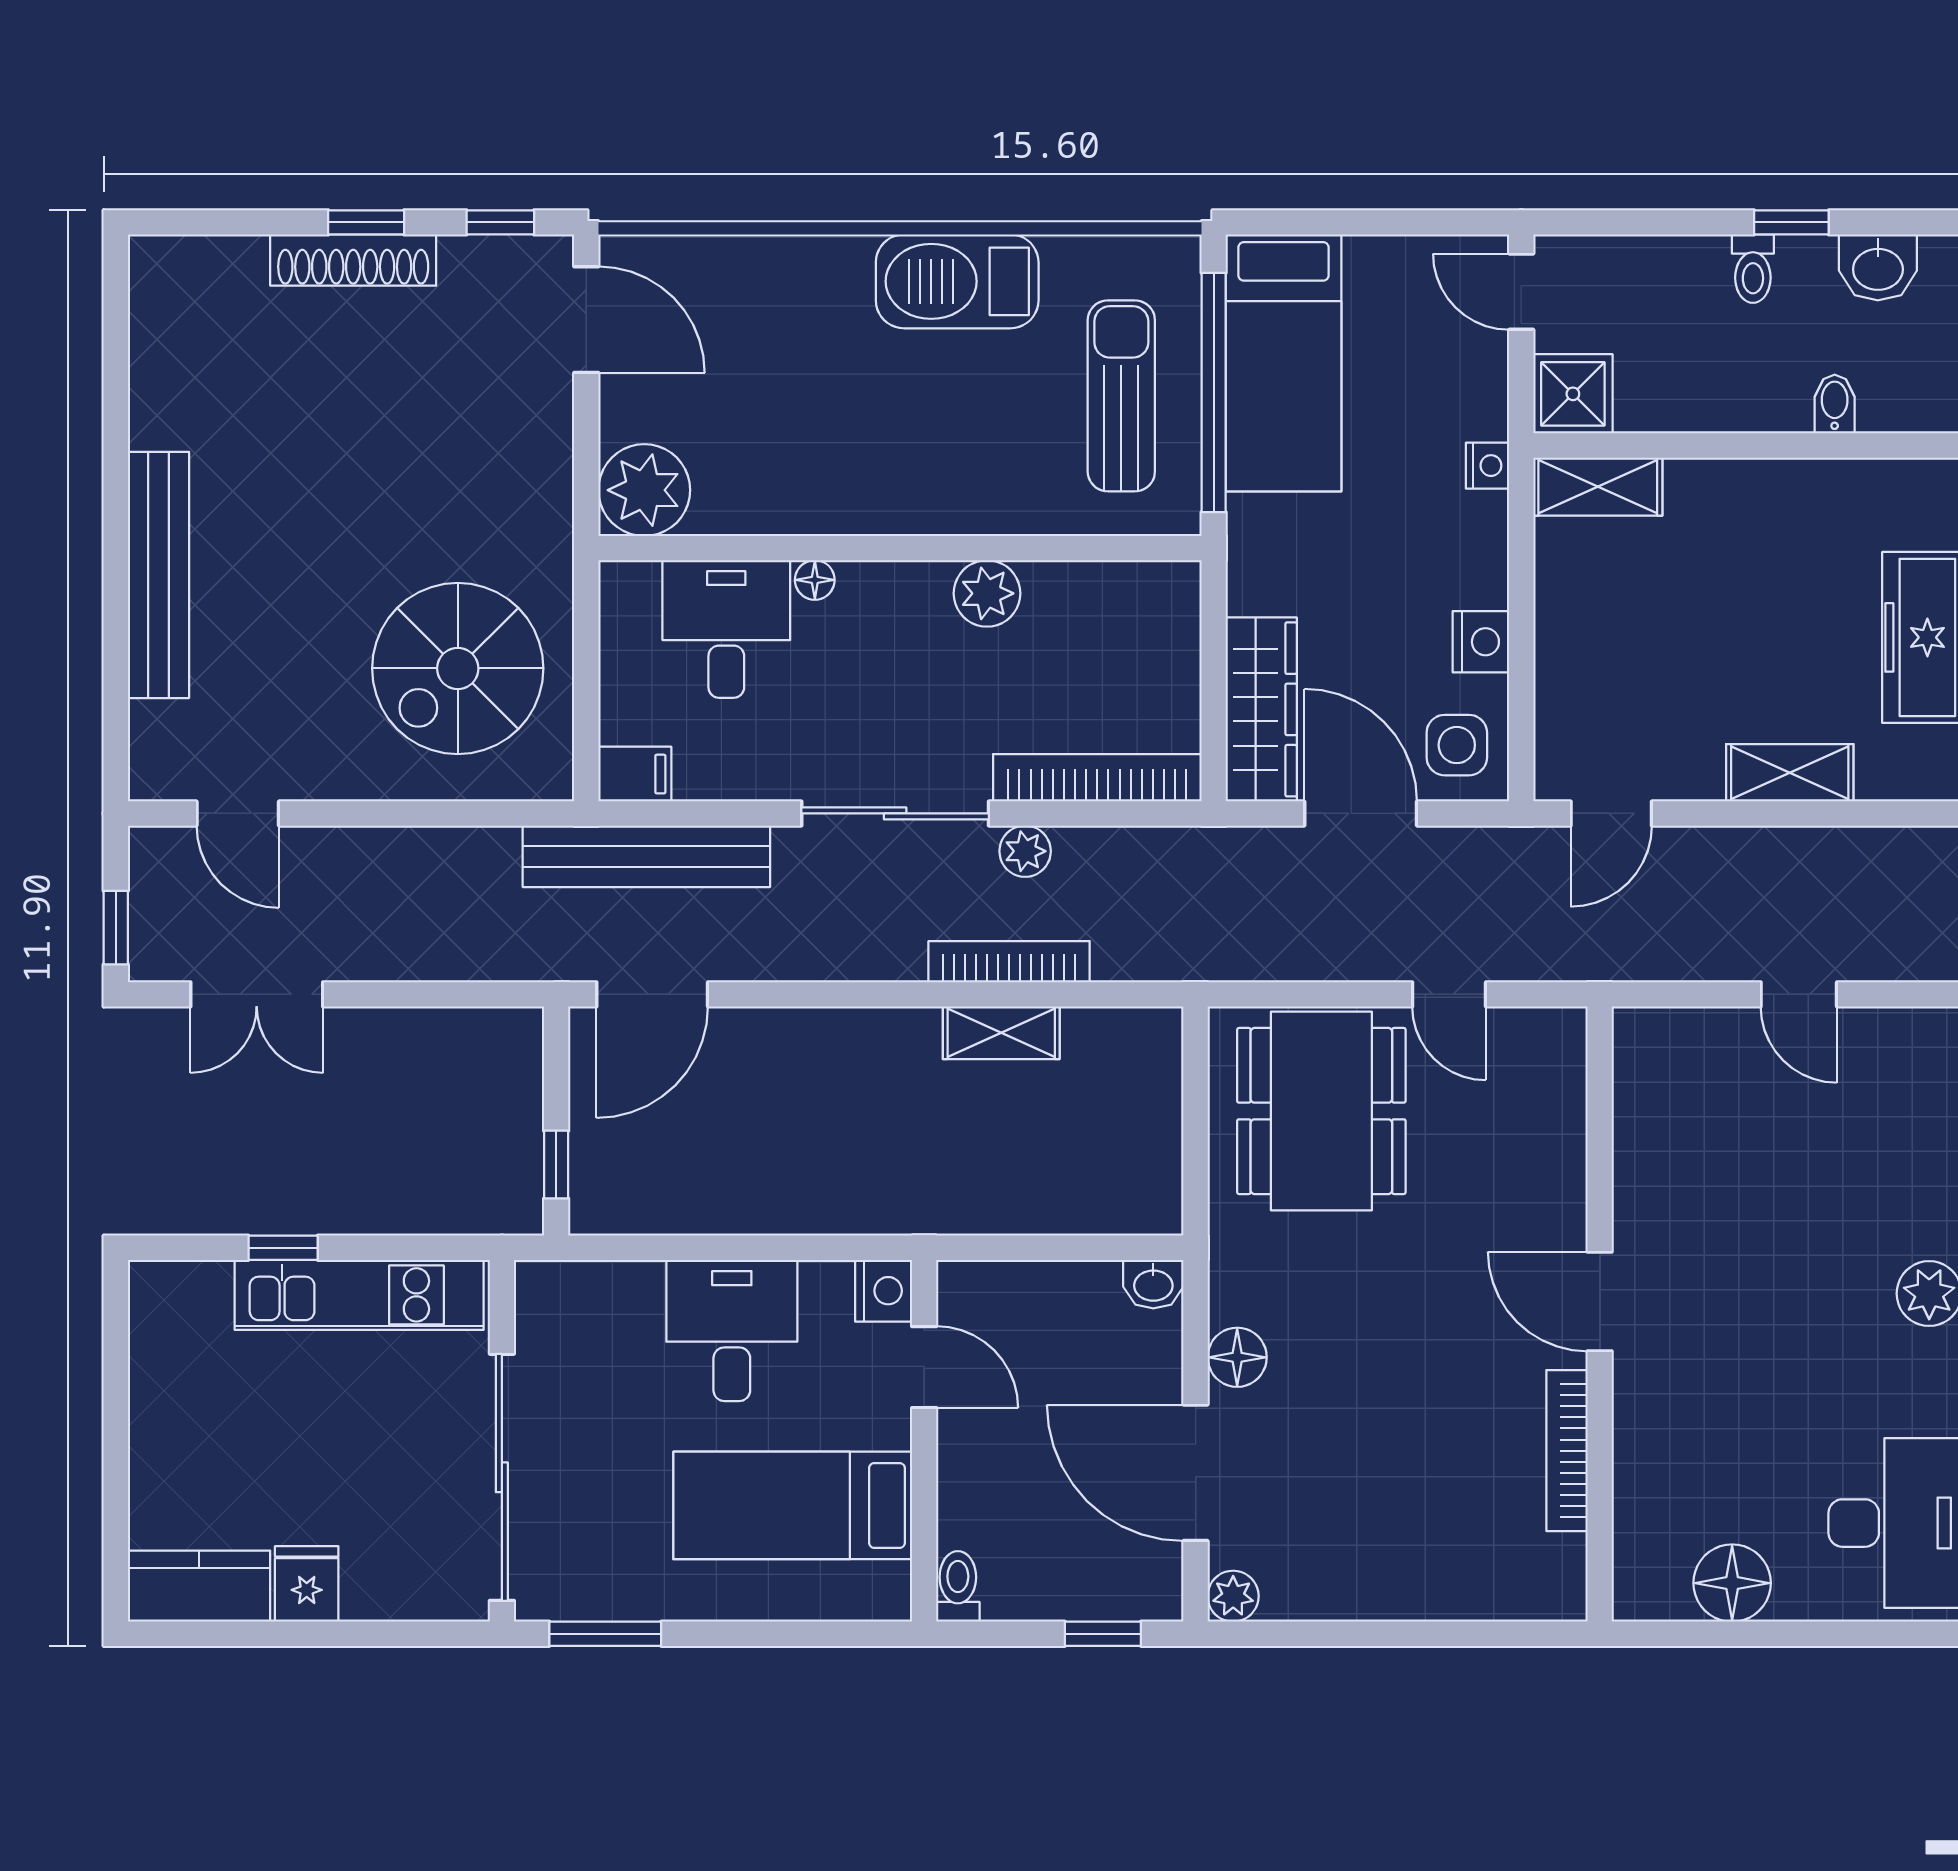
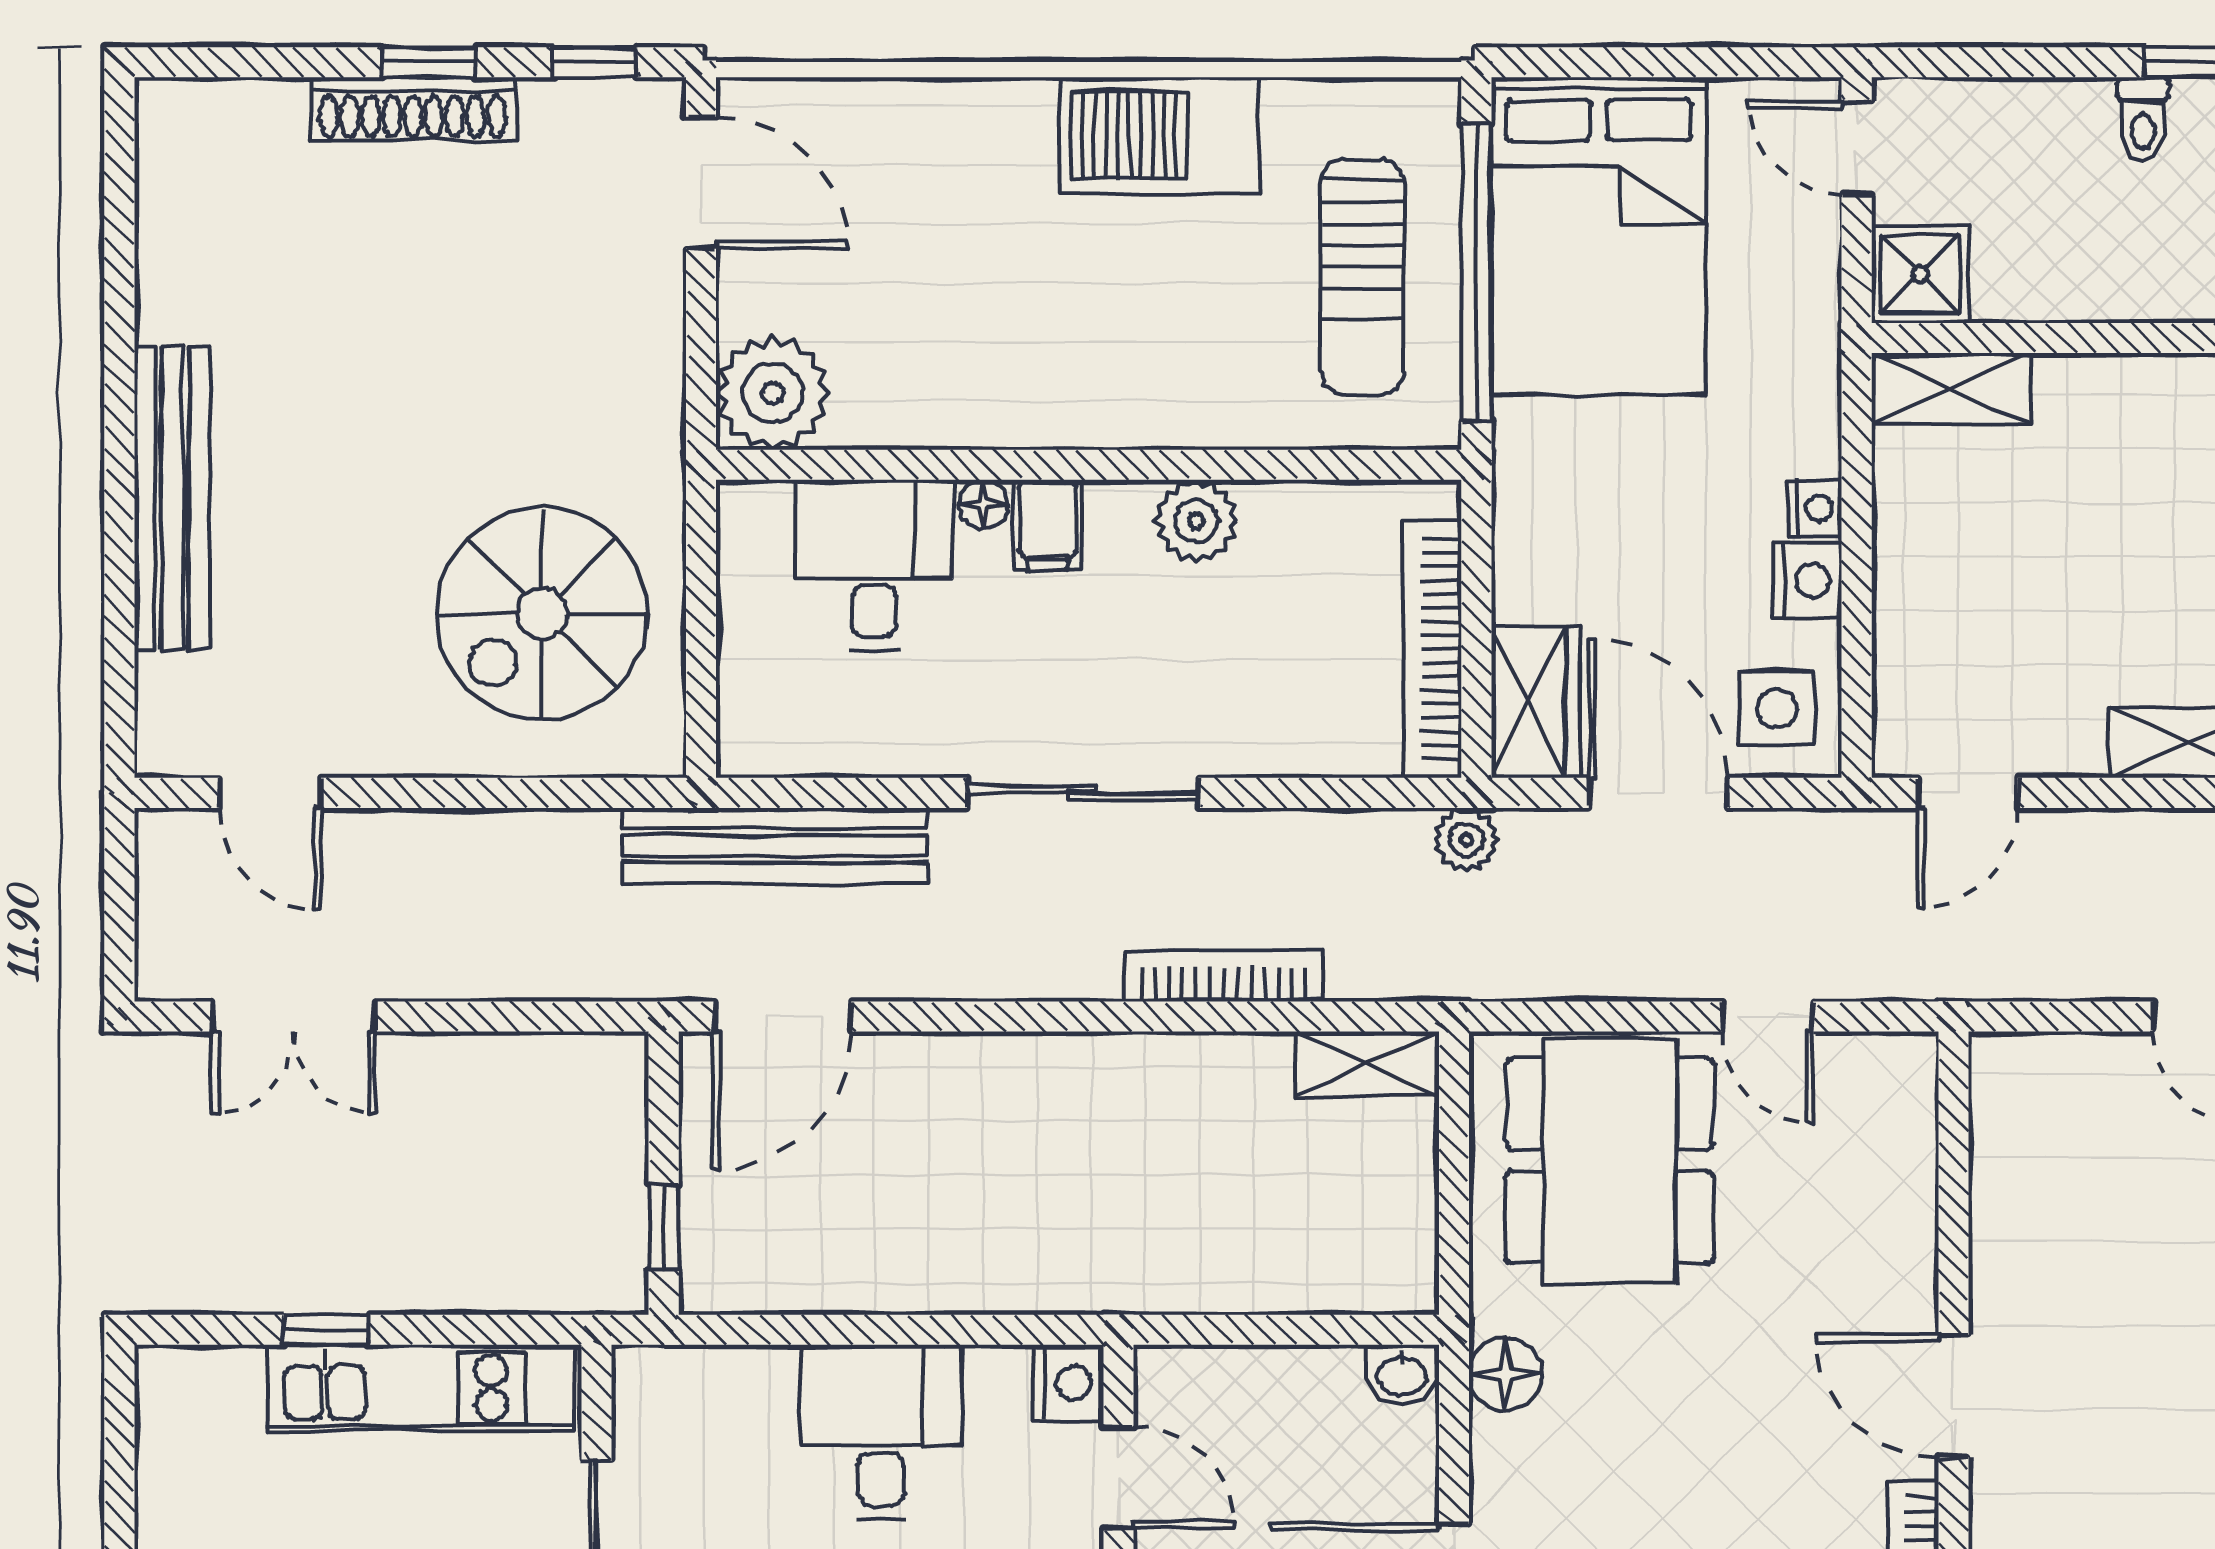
bed: (1283, 363) -> (1599, 236), width x1.50
sun lounger: (1121, 396) -> (1362, 277), turned 180
nightstand: (1487, 466) -> (1815, 508), moved
wardrobe: (1261, 709) -> (1535, 702), width x0.67
filing cabinet: (635, 774) -> (1048, 525), moved, turned 90
bookcase: (1097, 778) -> (1432, 649), moved, turned -90
plant: (1025, 851) -> (1466, 840), moved
window: (116, 928) -> (119, 934), removed
shelving: (1001, 1033) -> (1367, 1064), moved
floor lamp: (1237, 1357) -> (1505, 1374), moved

